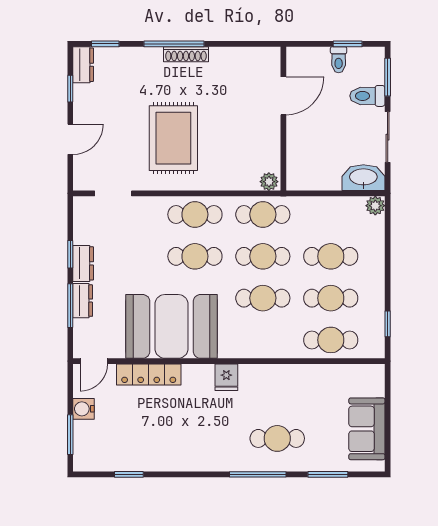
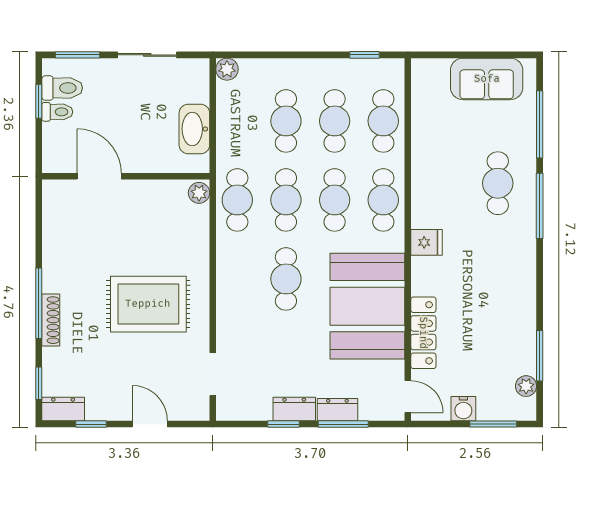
shoe rack: (186, 54) -> (51, 320), moved
toilet: (367, 96) -> (62, 88), moved, turned -90
washbasin: (363, 178) -> (194, 129), moved
cafe table: (195, 214) -> (383, 200), moved
plant: (103, 463) -> (526, 386), added
window: (129, 474) -> (540, 356), width x1.50
window: (328, 474) -> (540, 124), width x1.44

